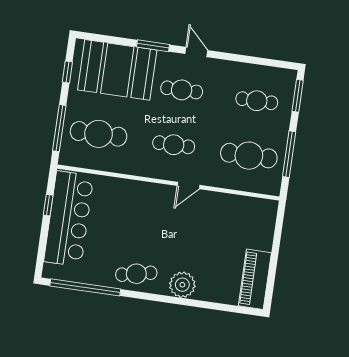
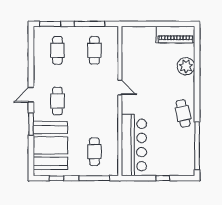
cafe table: (99, 134) -> (94, 152), width x0.73, depth x0.74
cafe table: (174, 145) -> (94, 101), removed
cafe table: (249, 156) -> (94, 50), width x0.73, depth x0.74
window: (48, 205) -> (163, 178), moved
bar counter: (69, 219) -> (134, 145), moved, turned 90
plant: (182, 285) -> (186, 66), moved

